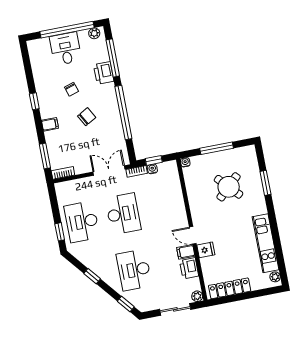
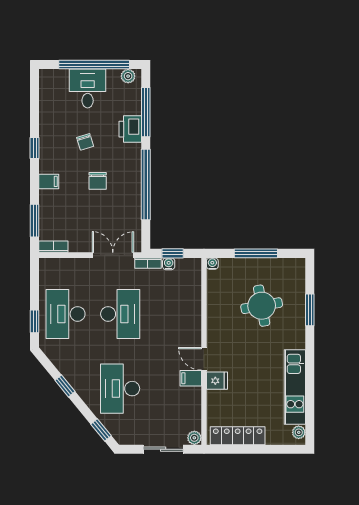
chair: (87, 117) -> (98, 181), turned 119
round table: (229, 187) -> (262, 306), turned 33
printer: (189, 268) -> (191, 400), removed

